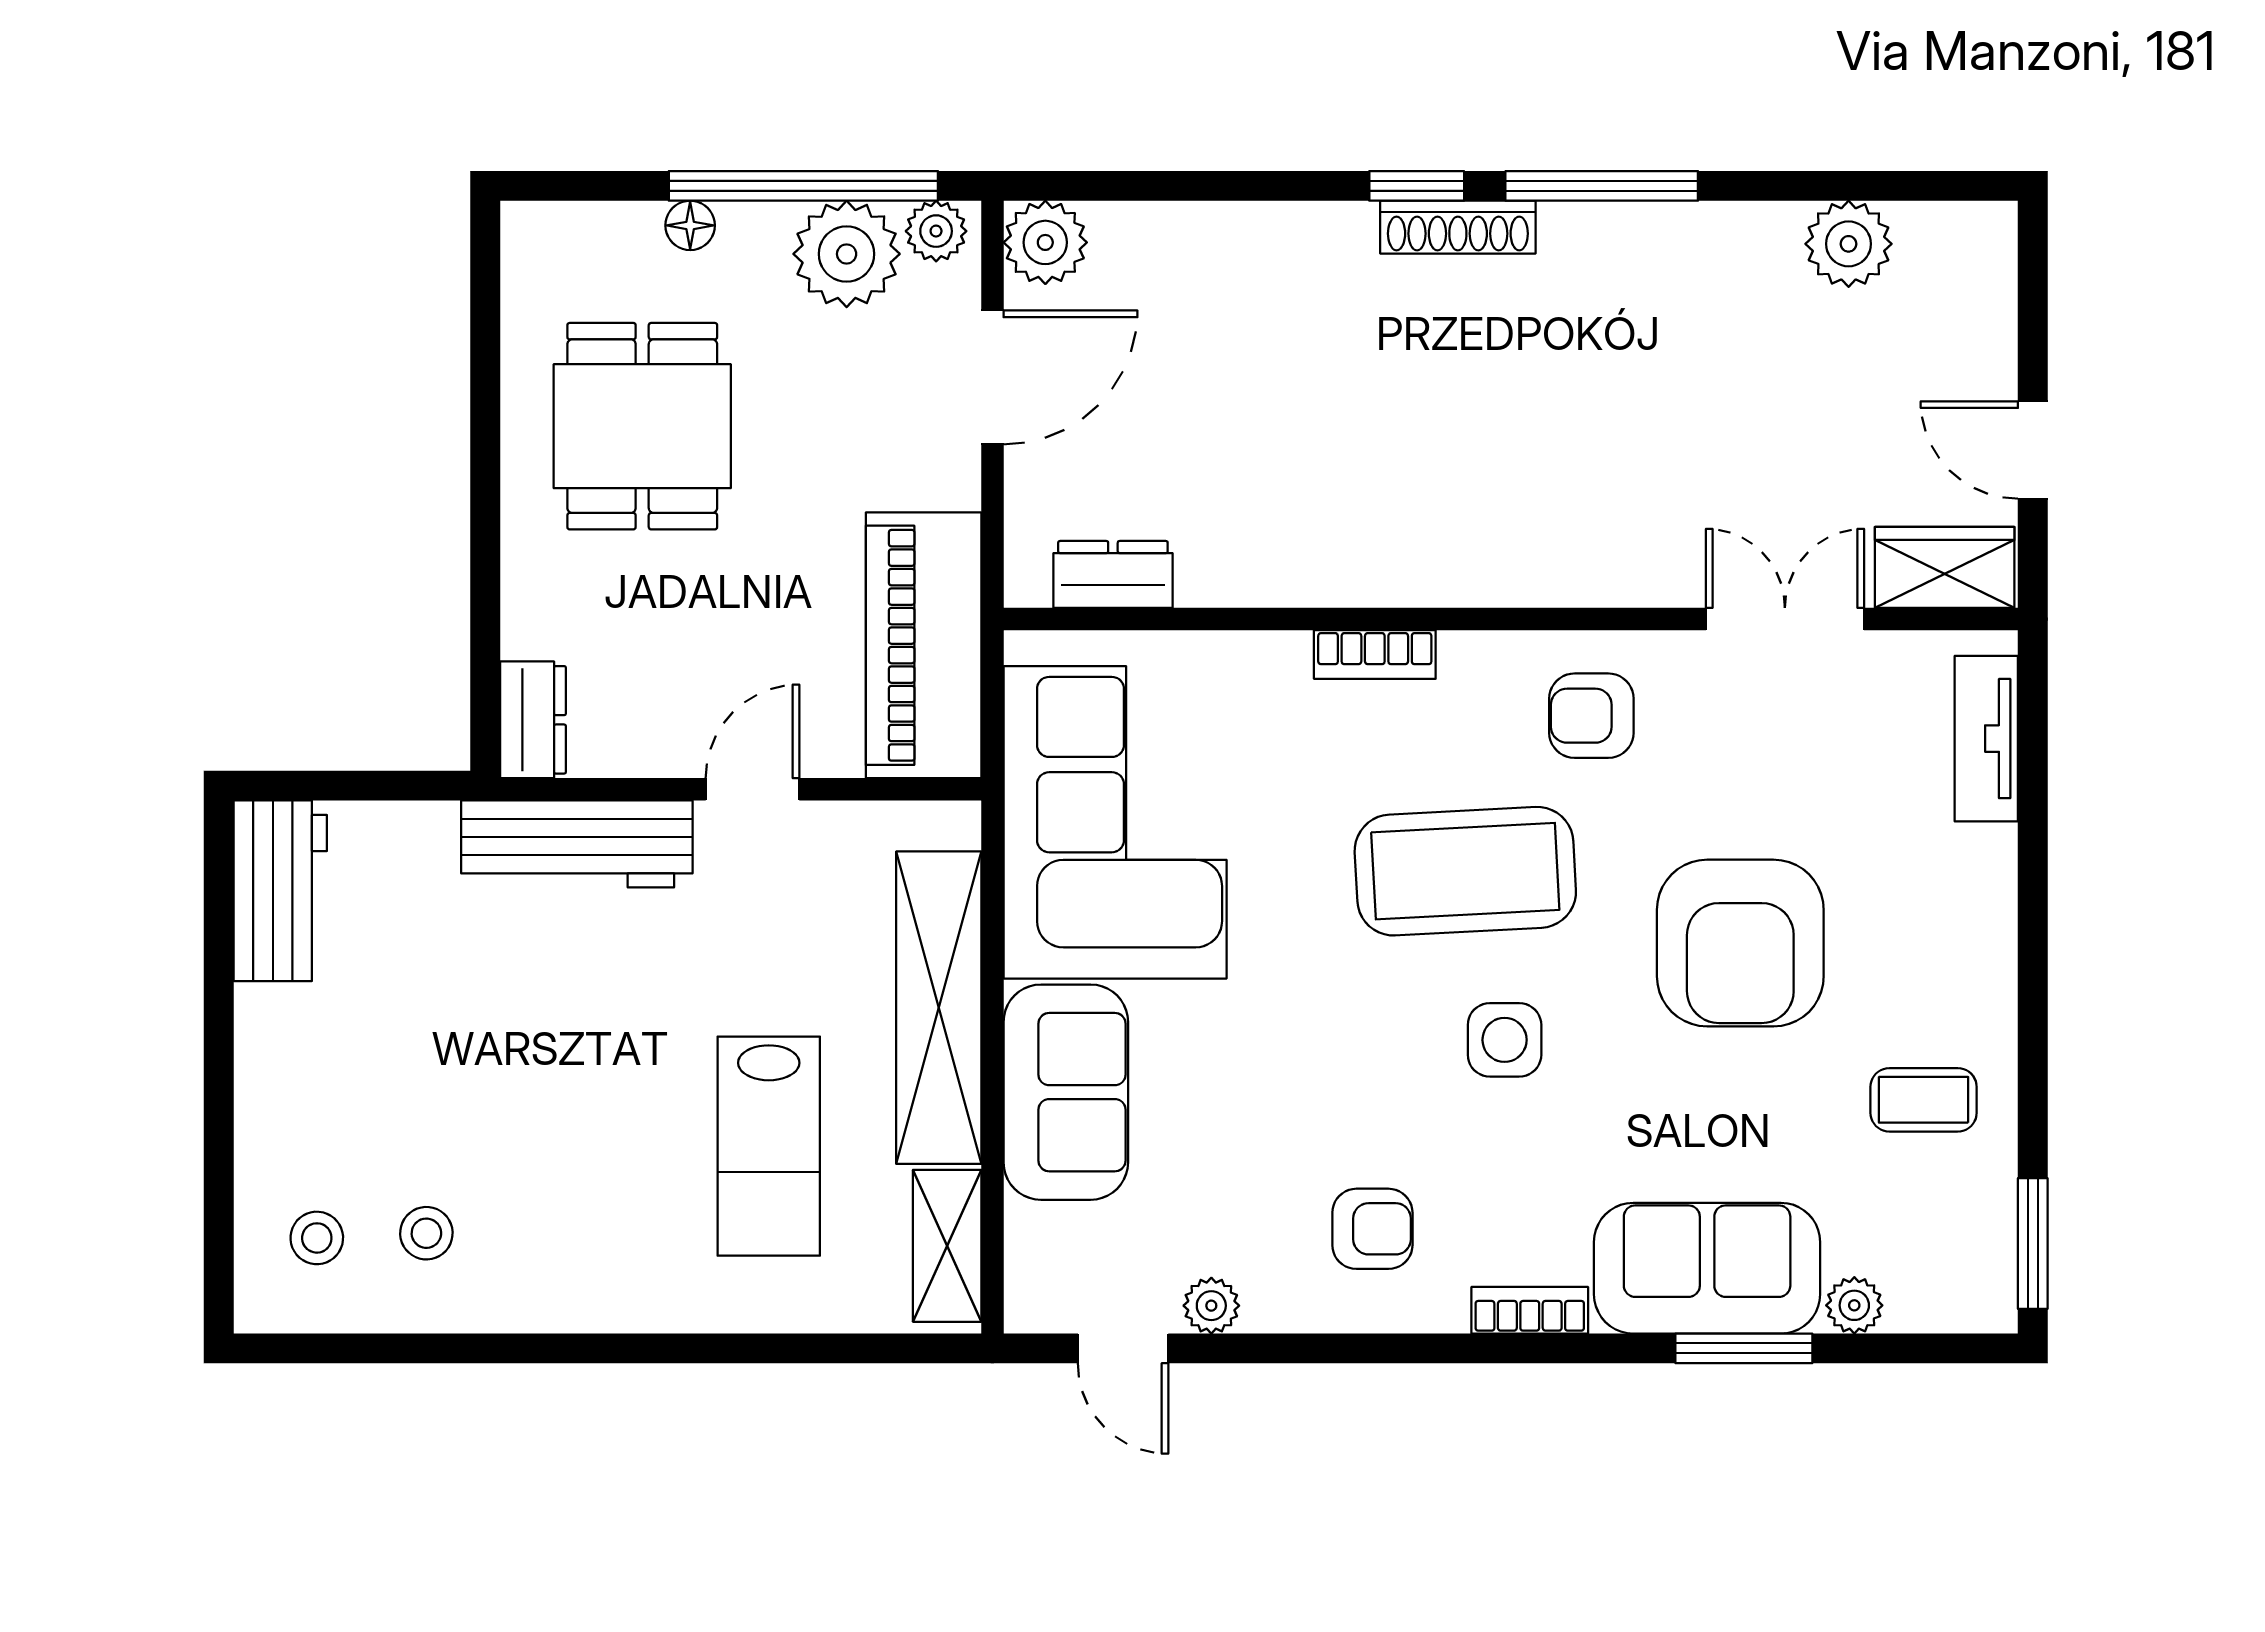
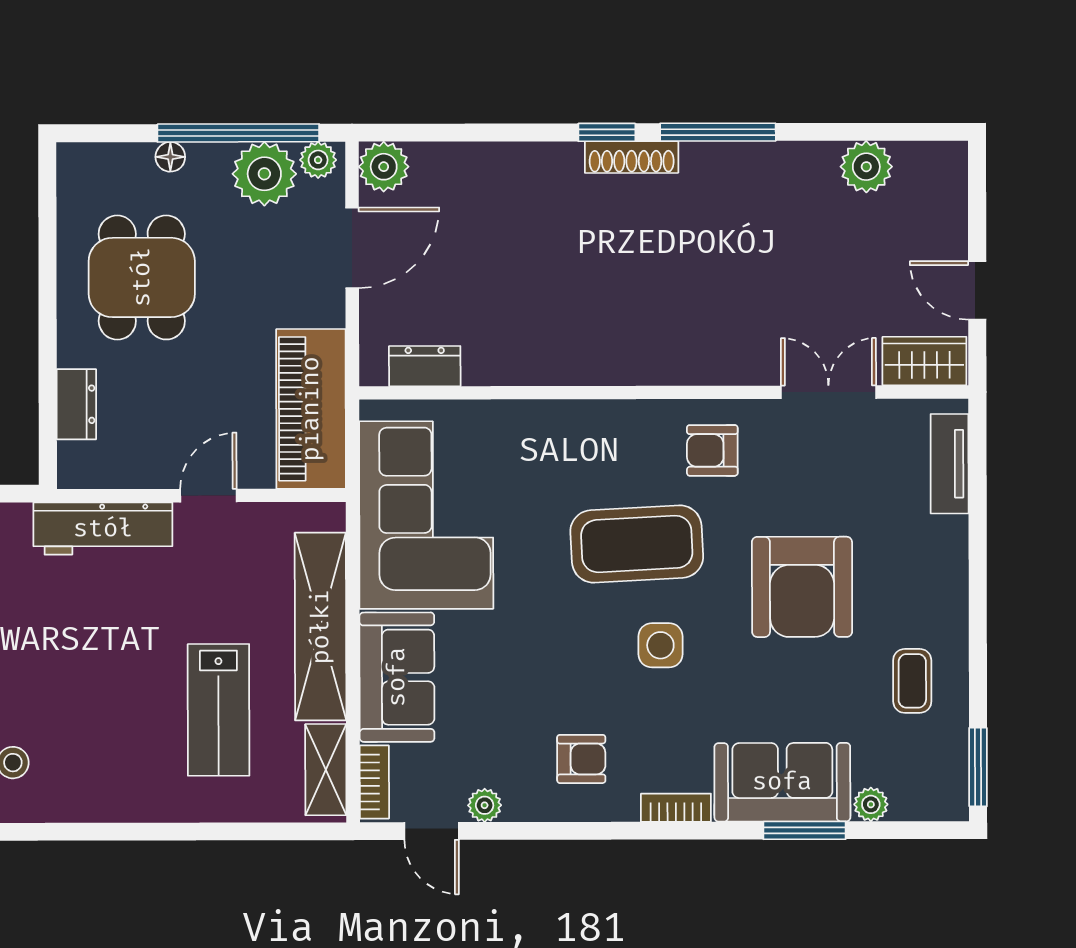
bookcase: (1375, 655) -> (374, 782), moved, turned -90
dresser: (533, 720) -> (76, 404), moved
coffee table: (1924, 1100) -> (912, 681), turned 90

